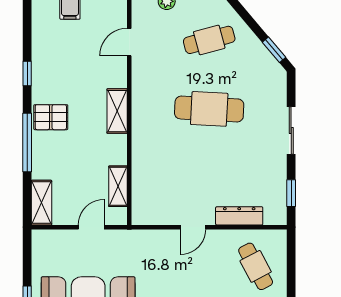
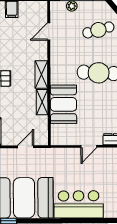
booth: (152, 159) -> (63, 104), added
shelving: (118, 186) -> (42, 102), moved

